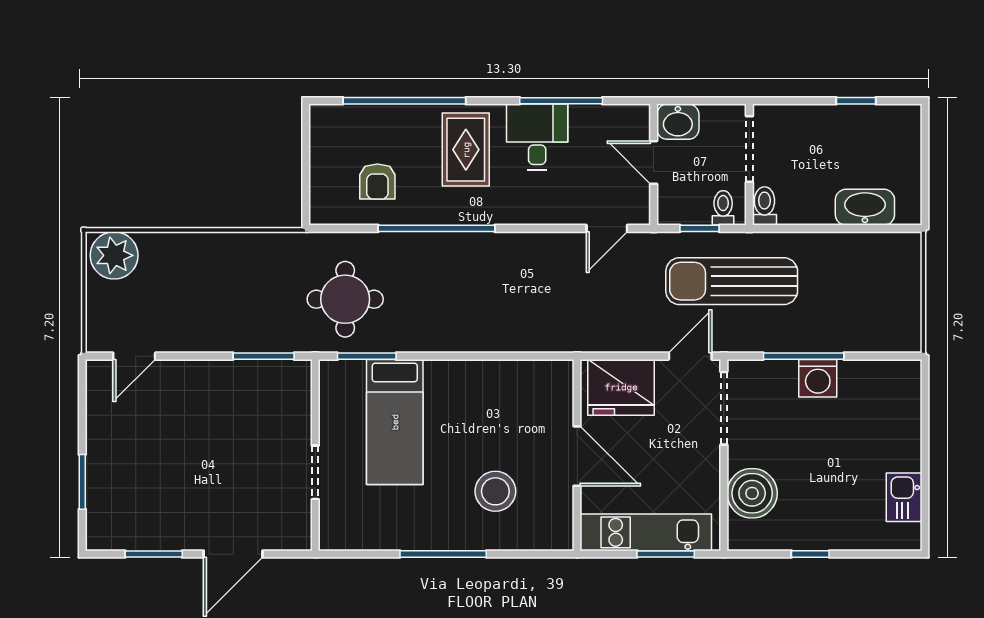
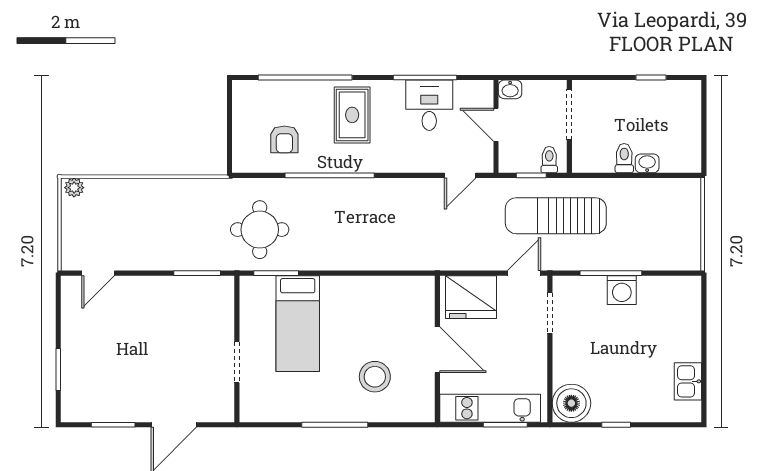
washbasin: (678, 122) -> (510, 89), width x0.72, depth x0.69
desk: (537, 137) -> (429, 105), moved
toilet: (764, 206) -> (624, 158), moved
washbasin: (865, 207) -> (647, 163), width x0.52, depth x0.69
plant: (114, 255) -> (74, 188), width x0.53, depth x0.53
doorway: (724, 408) -> (550, 313), width x0.73
boiler: (752, 493) -> (571, 403), moved

